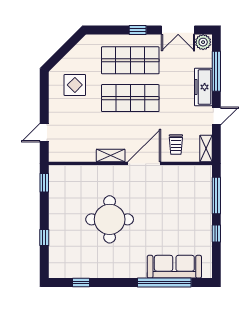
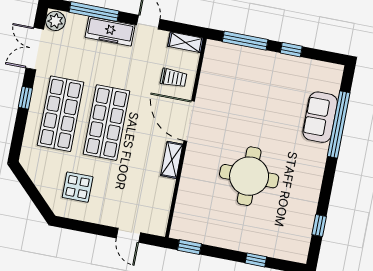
double door: (178, 30) -> (35, 49), swing flipped
sofa: (174, 267) -> (320, 117), width x0.73

